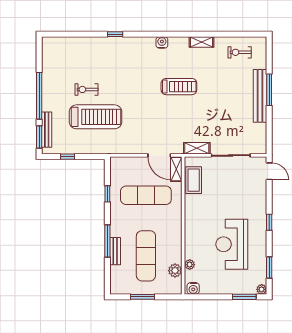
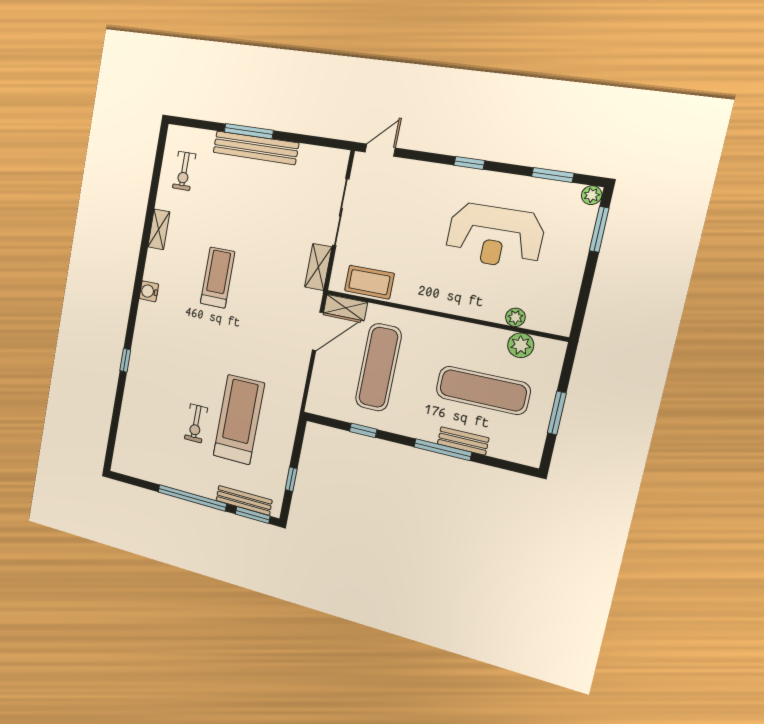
water cooler: (193, 288) -> (561, 320), removed

